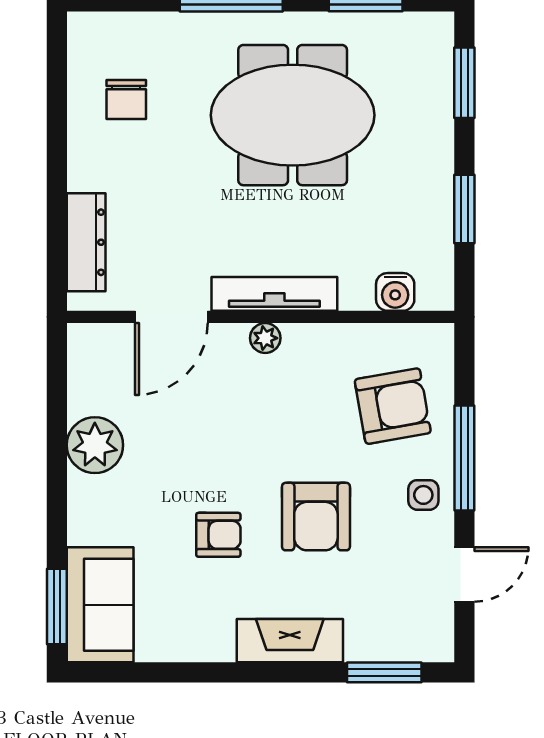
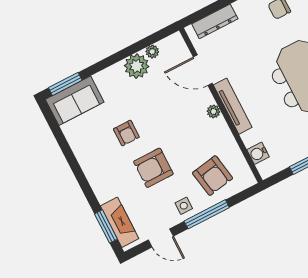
plant: (82, 399) -> (152, 52), added
fireplace: (290, 641) -> (120, 222), moved

